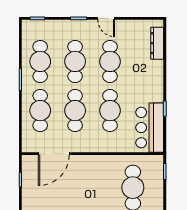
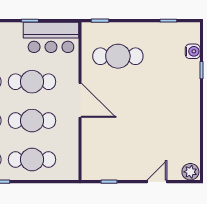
door: (54, 154) -> (80, 100), moved

